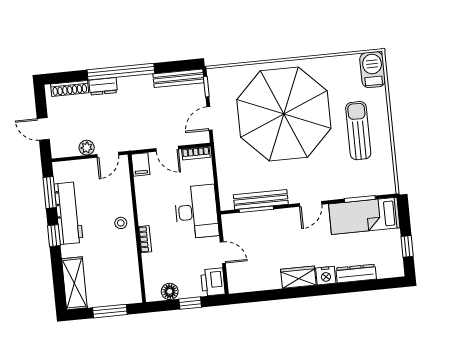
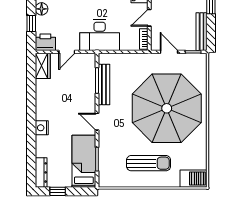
dresser: (356, 273) -> (41, 172), moved
wardrobe: (298, 277) -> (43, 66), moved

